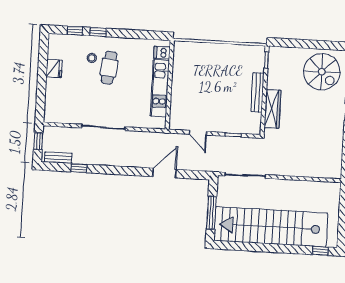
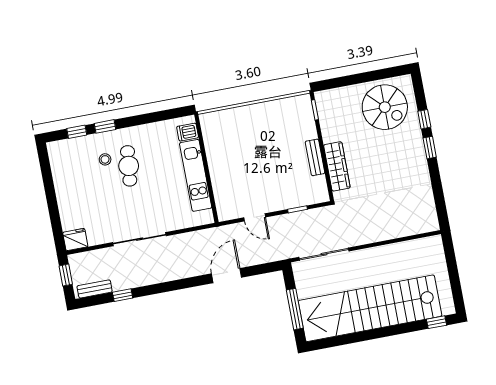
fridge: (54, 69) -> (75, 240), moved, turned -90
bench: (257, 92) -> (315, 157), width x0.73

